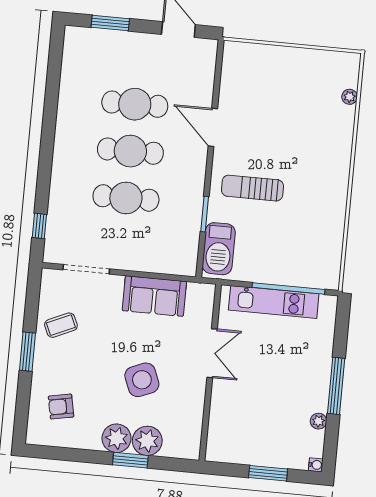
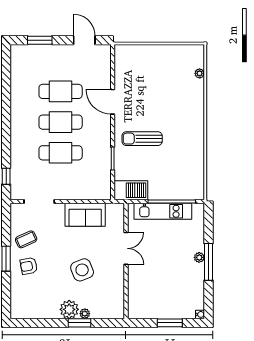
barbecue: (219, 249) -> (131, 190), moved, turned -90
armchair: (61, 407) -> (29, 266), moved
plant: (318, 421) -> (199, 257), moved
plant: (147, 441) -> (85, 314), width x0.53, depth x0.53

